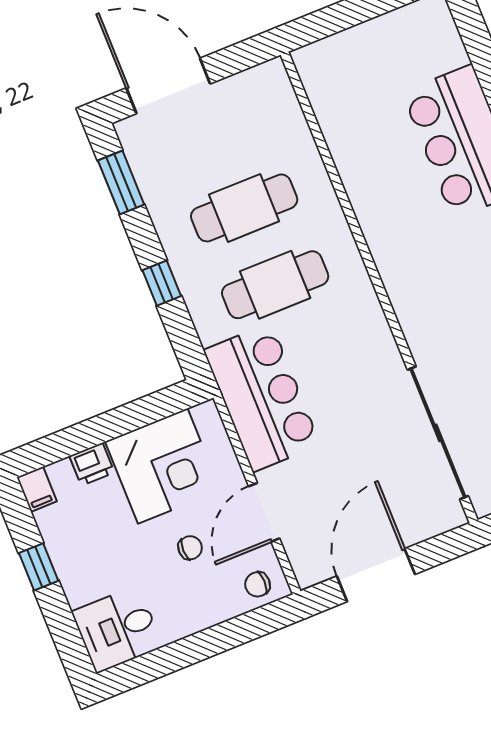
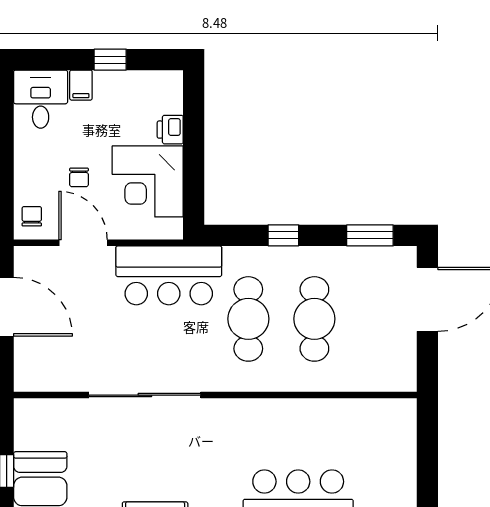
sliding door: (438, 433) -> (145, 395), moved
filing cabinet: (37, 489) -> (81, 85), moved, turned -90

